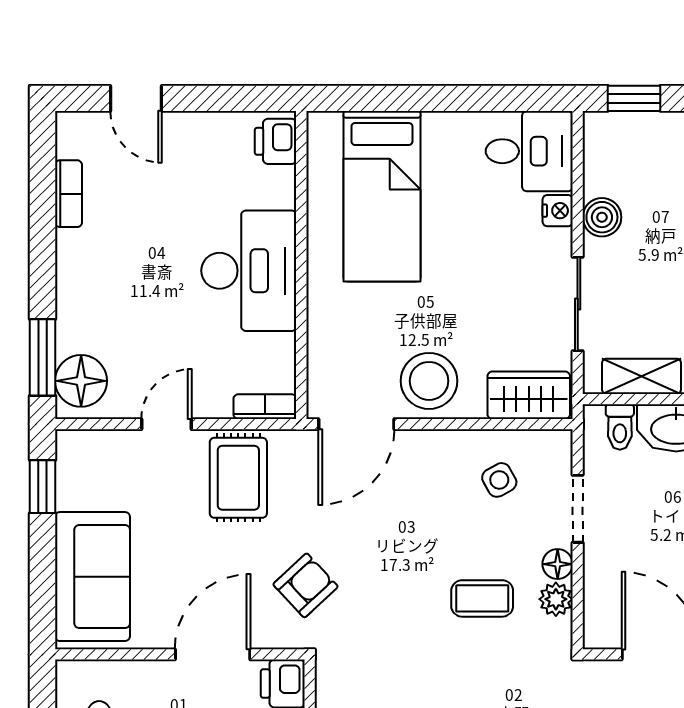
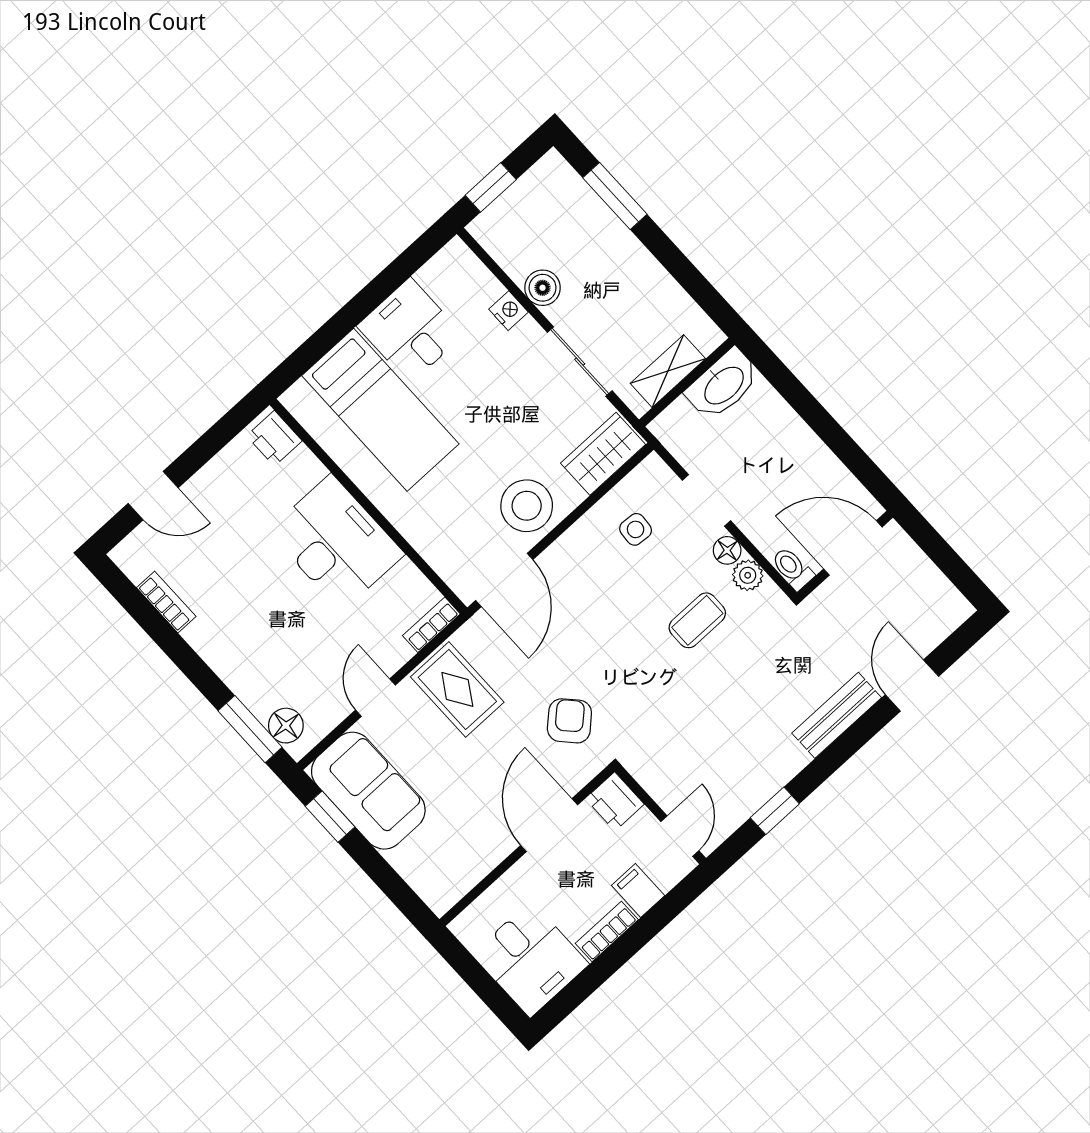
desk: (529, 151) -> (410, 331), moved, turned -90
floor lamp: (81, 381) -> (286, 726), width x0.73, depth x0.73
toilet: (620, 427) -> (792, 568), moved, turned 180
side table: (499, 480) -> (636, 529), turned 33
sofa: (92, 577) -> (368, 791), moved

